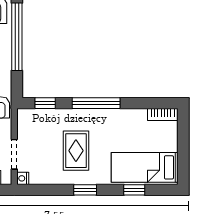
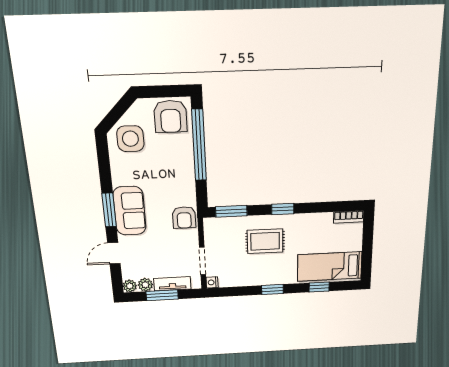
window: (45, 103) -> (231, 211), width x1.50
window: (96, 103) -> (283, 209), width x0.46
rug: (76, 151) -> (265, 241), moved, turned 90

